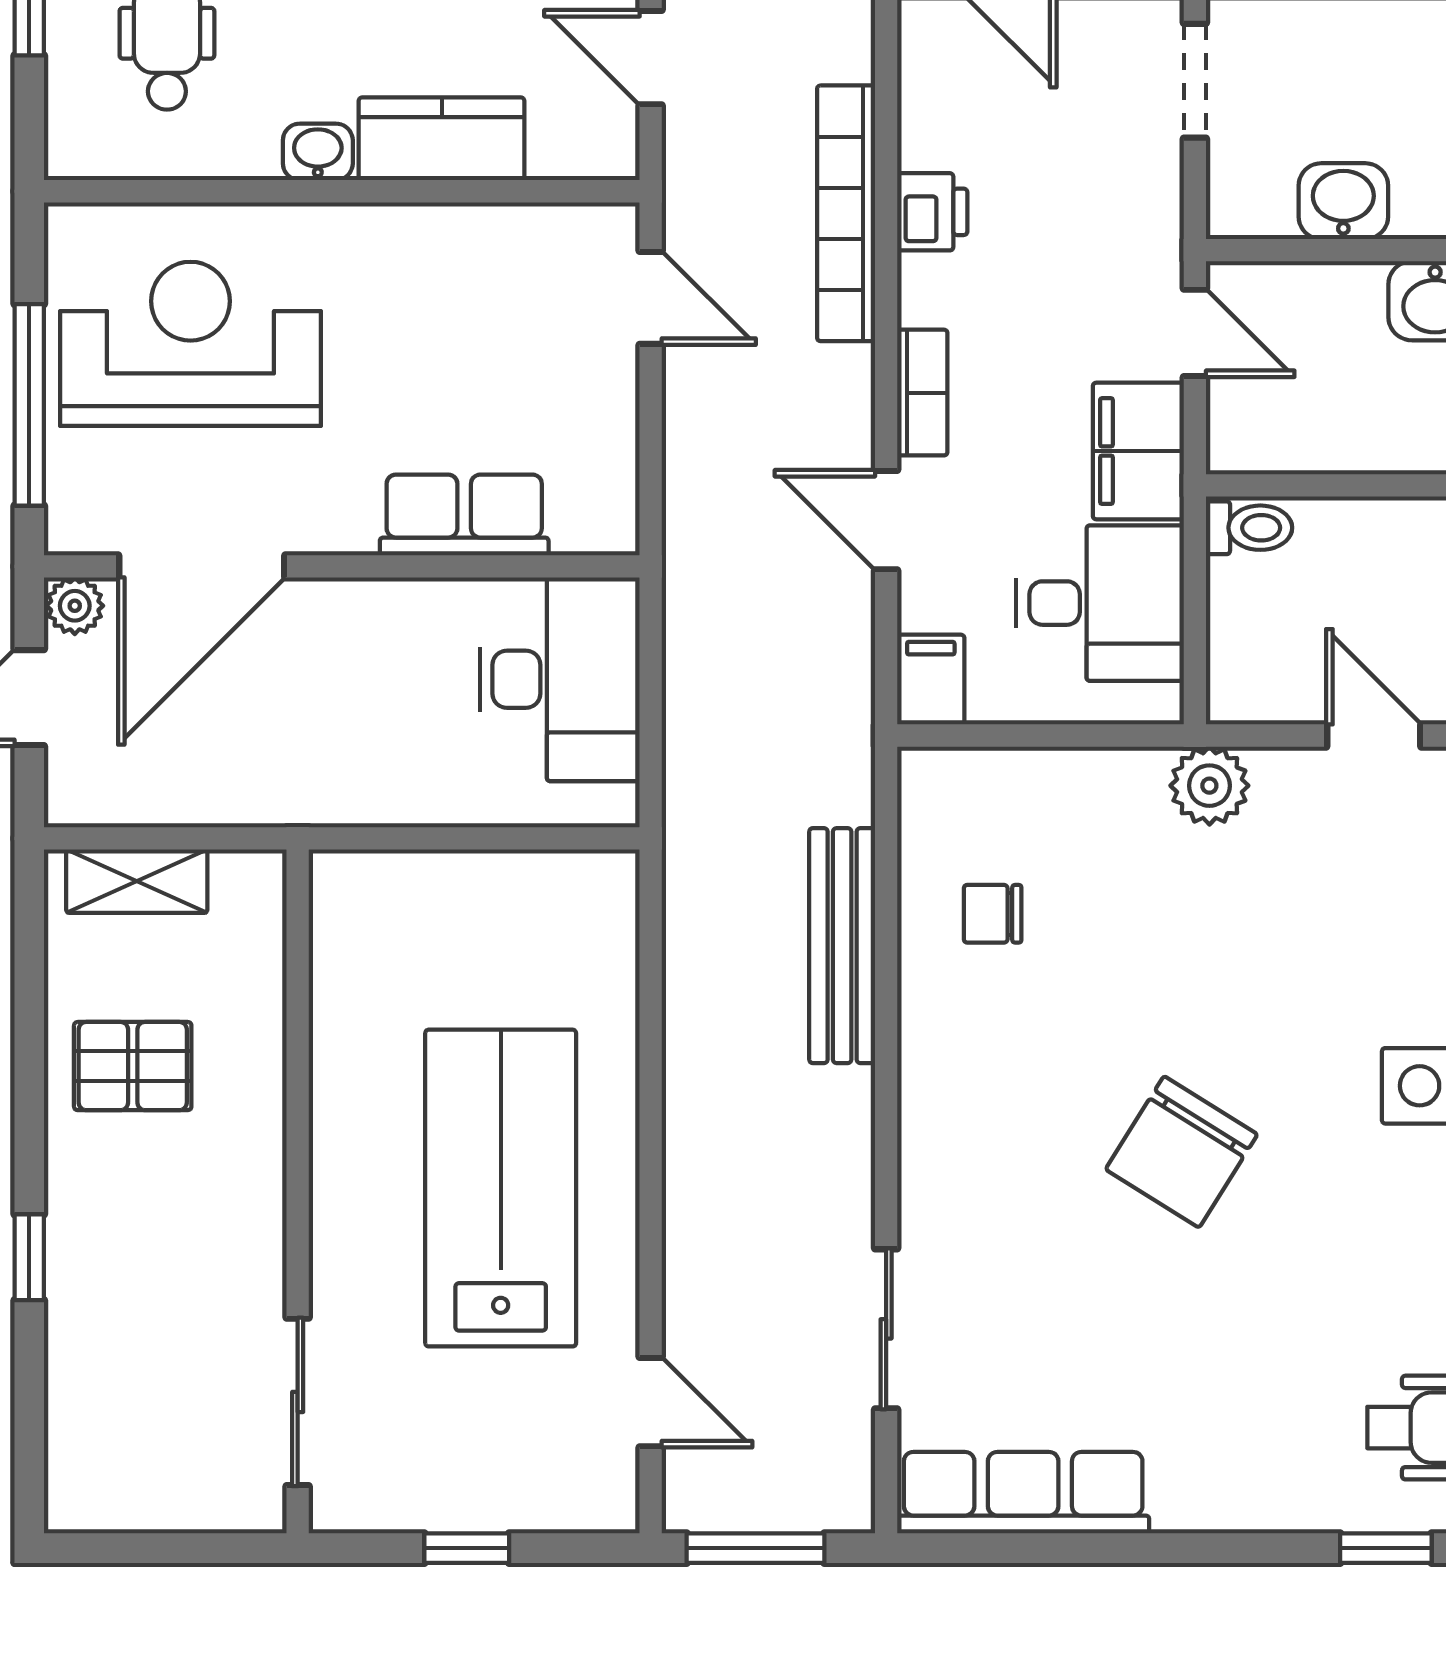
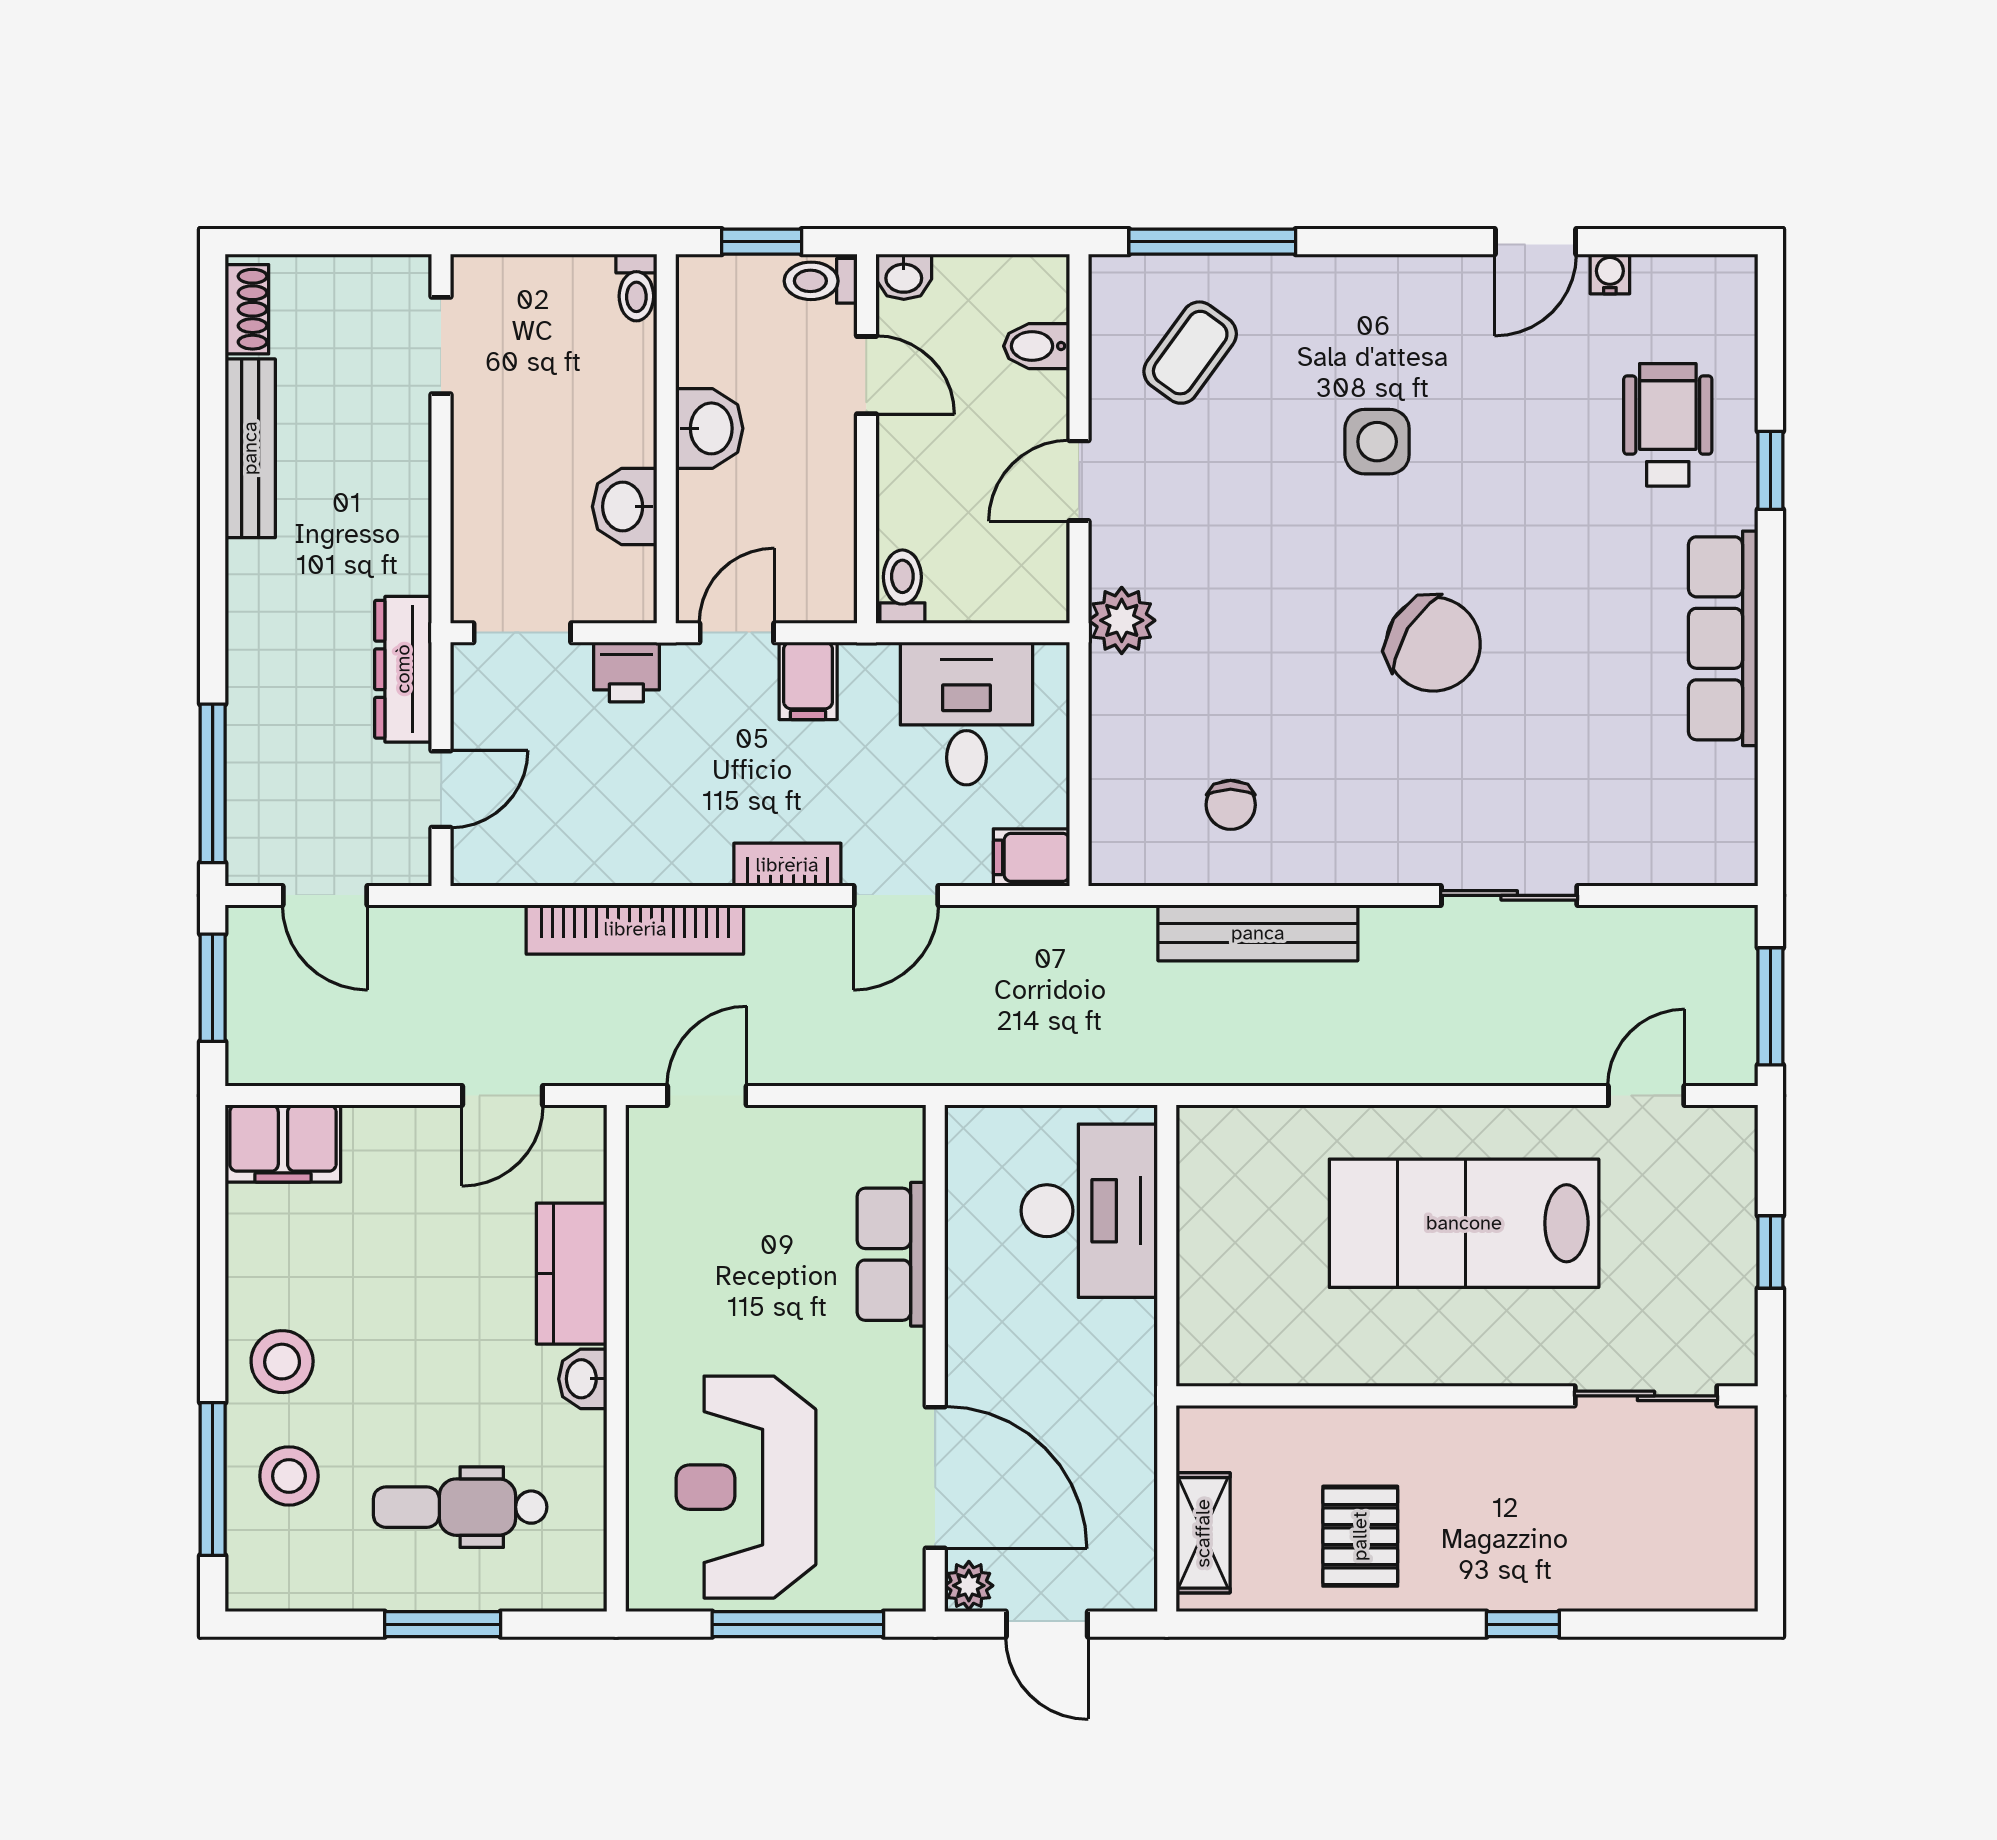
printer: (932, 212) -> (626, 672), moved, turned 180
filing cabinet: (1138, 451) -> (808, 681), width x0.50
desk: (560, 679) -> (1089, 1211), moved, turned 90
sliding door: (886, 1329) -> (1509, 895), moved
row of seats: (1023, 1493) -> (1723, 638), moved

